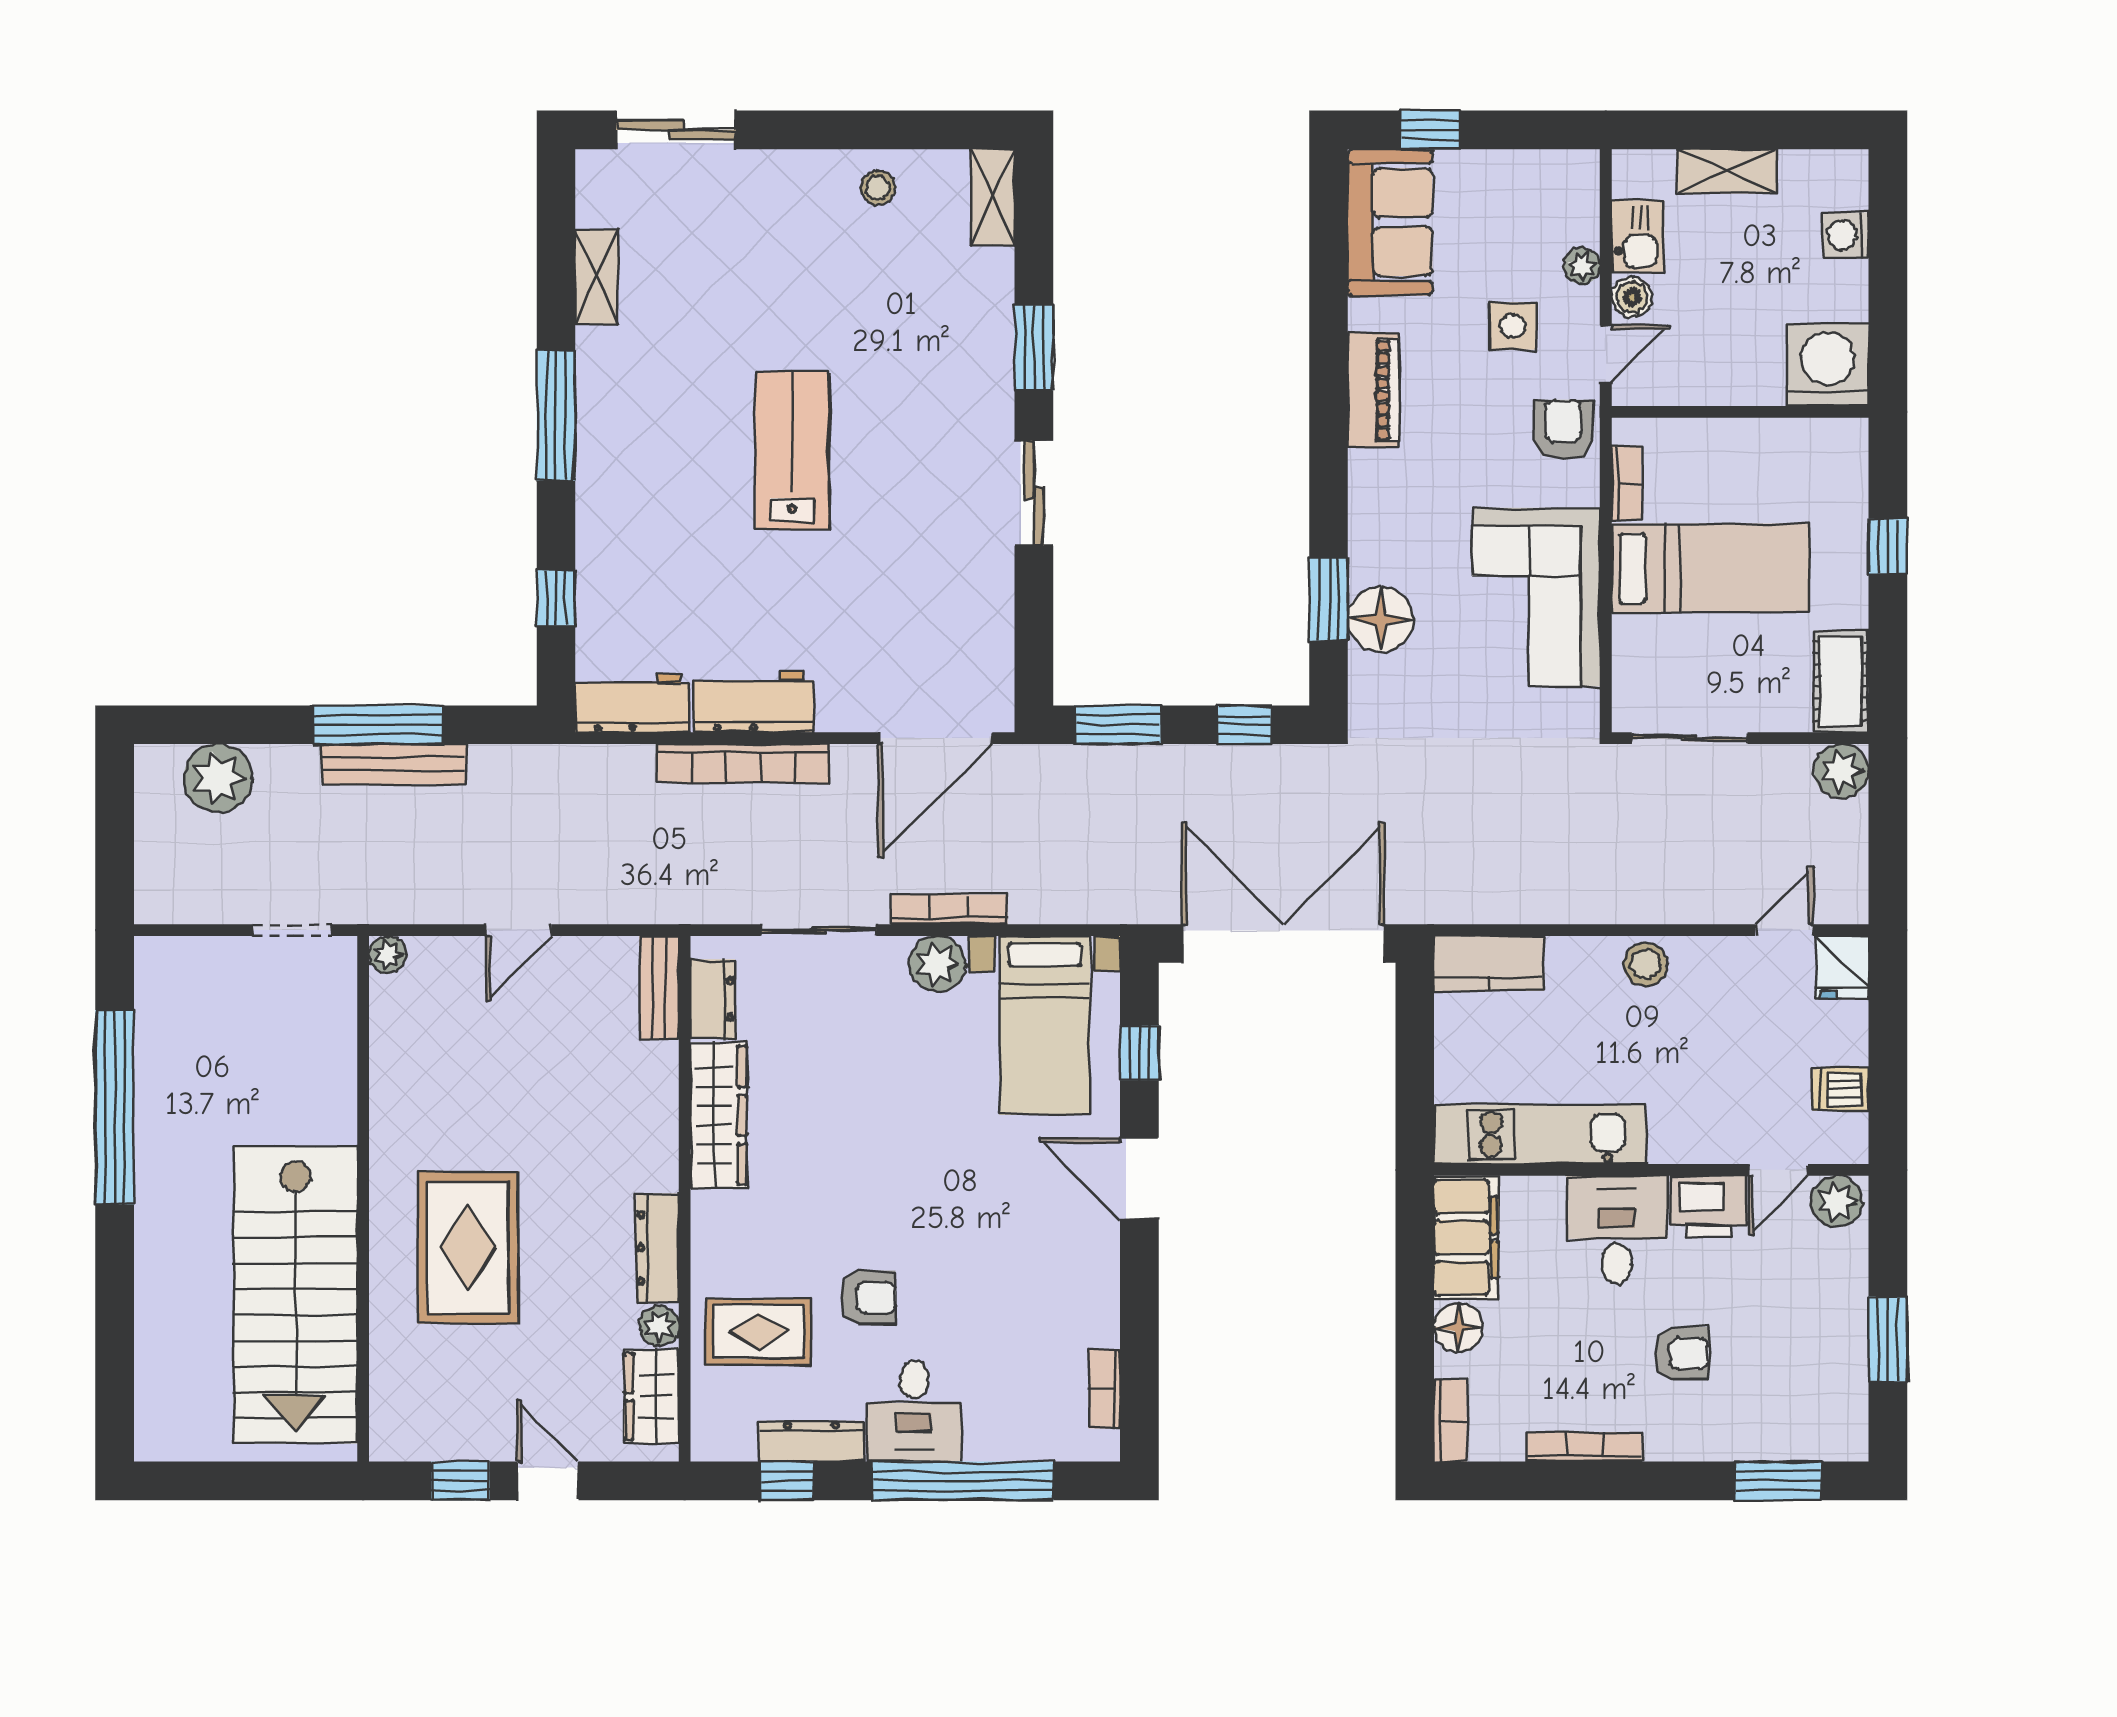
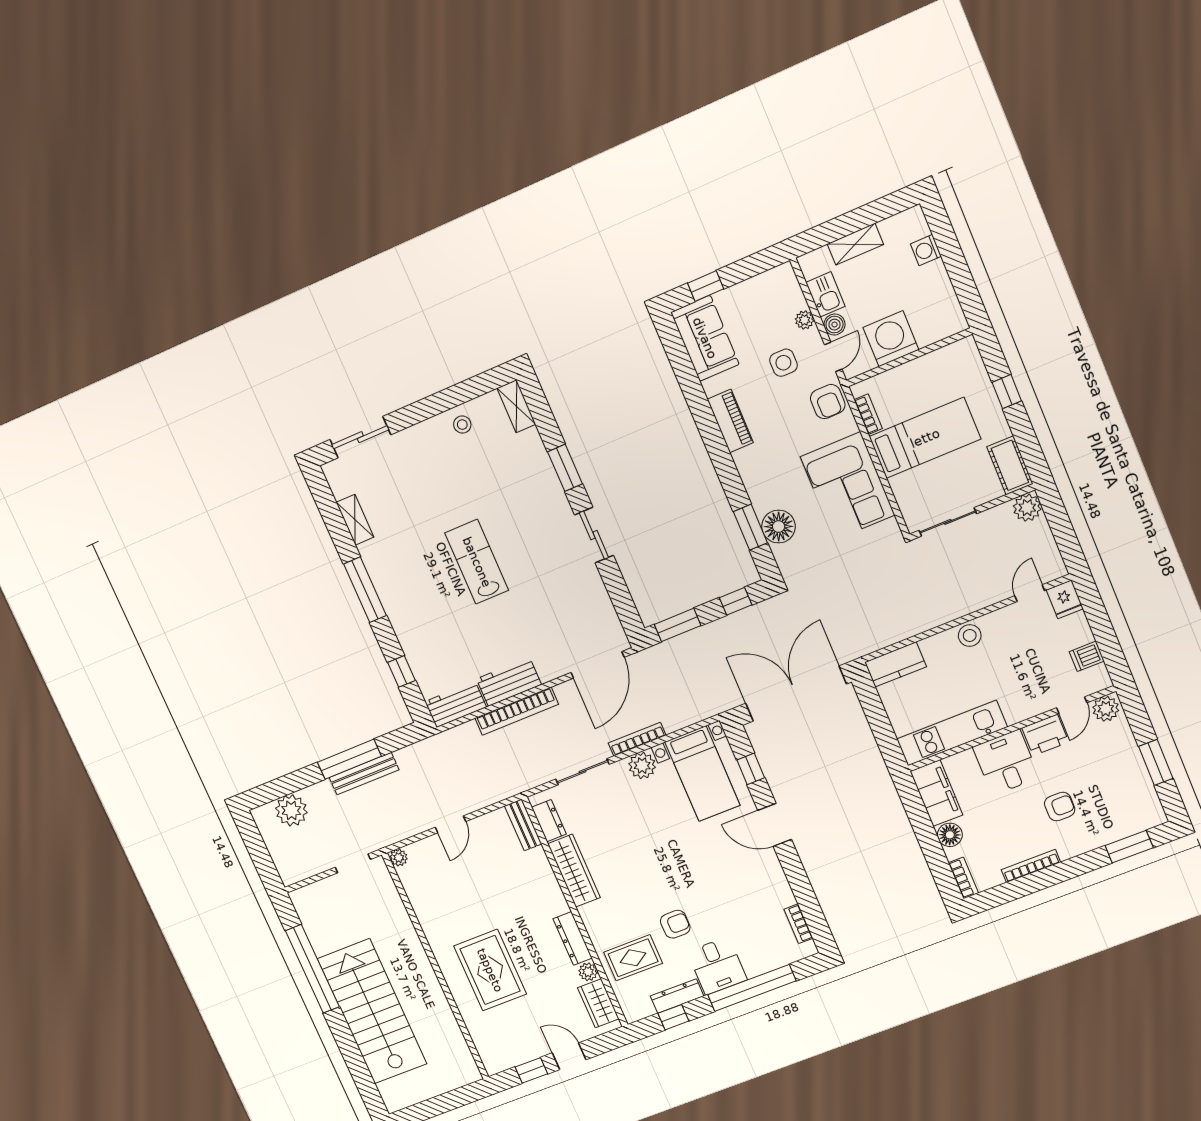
washing machine: (1827, 365) -> (891, 339), moved
armchair: (1563, 429) -> (828, 402), turned 180
stairs: (295, 1295) -> (372, 1011), moved, turned 180

